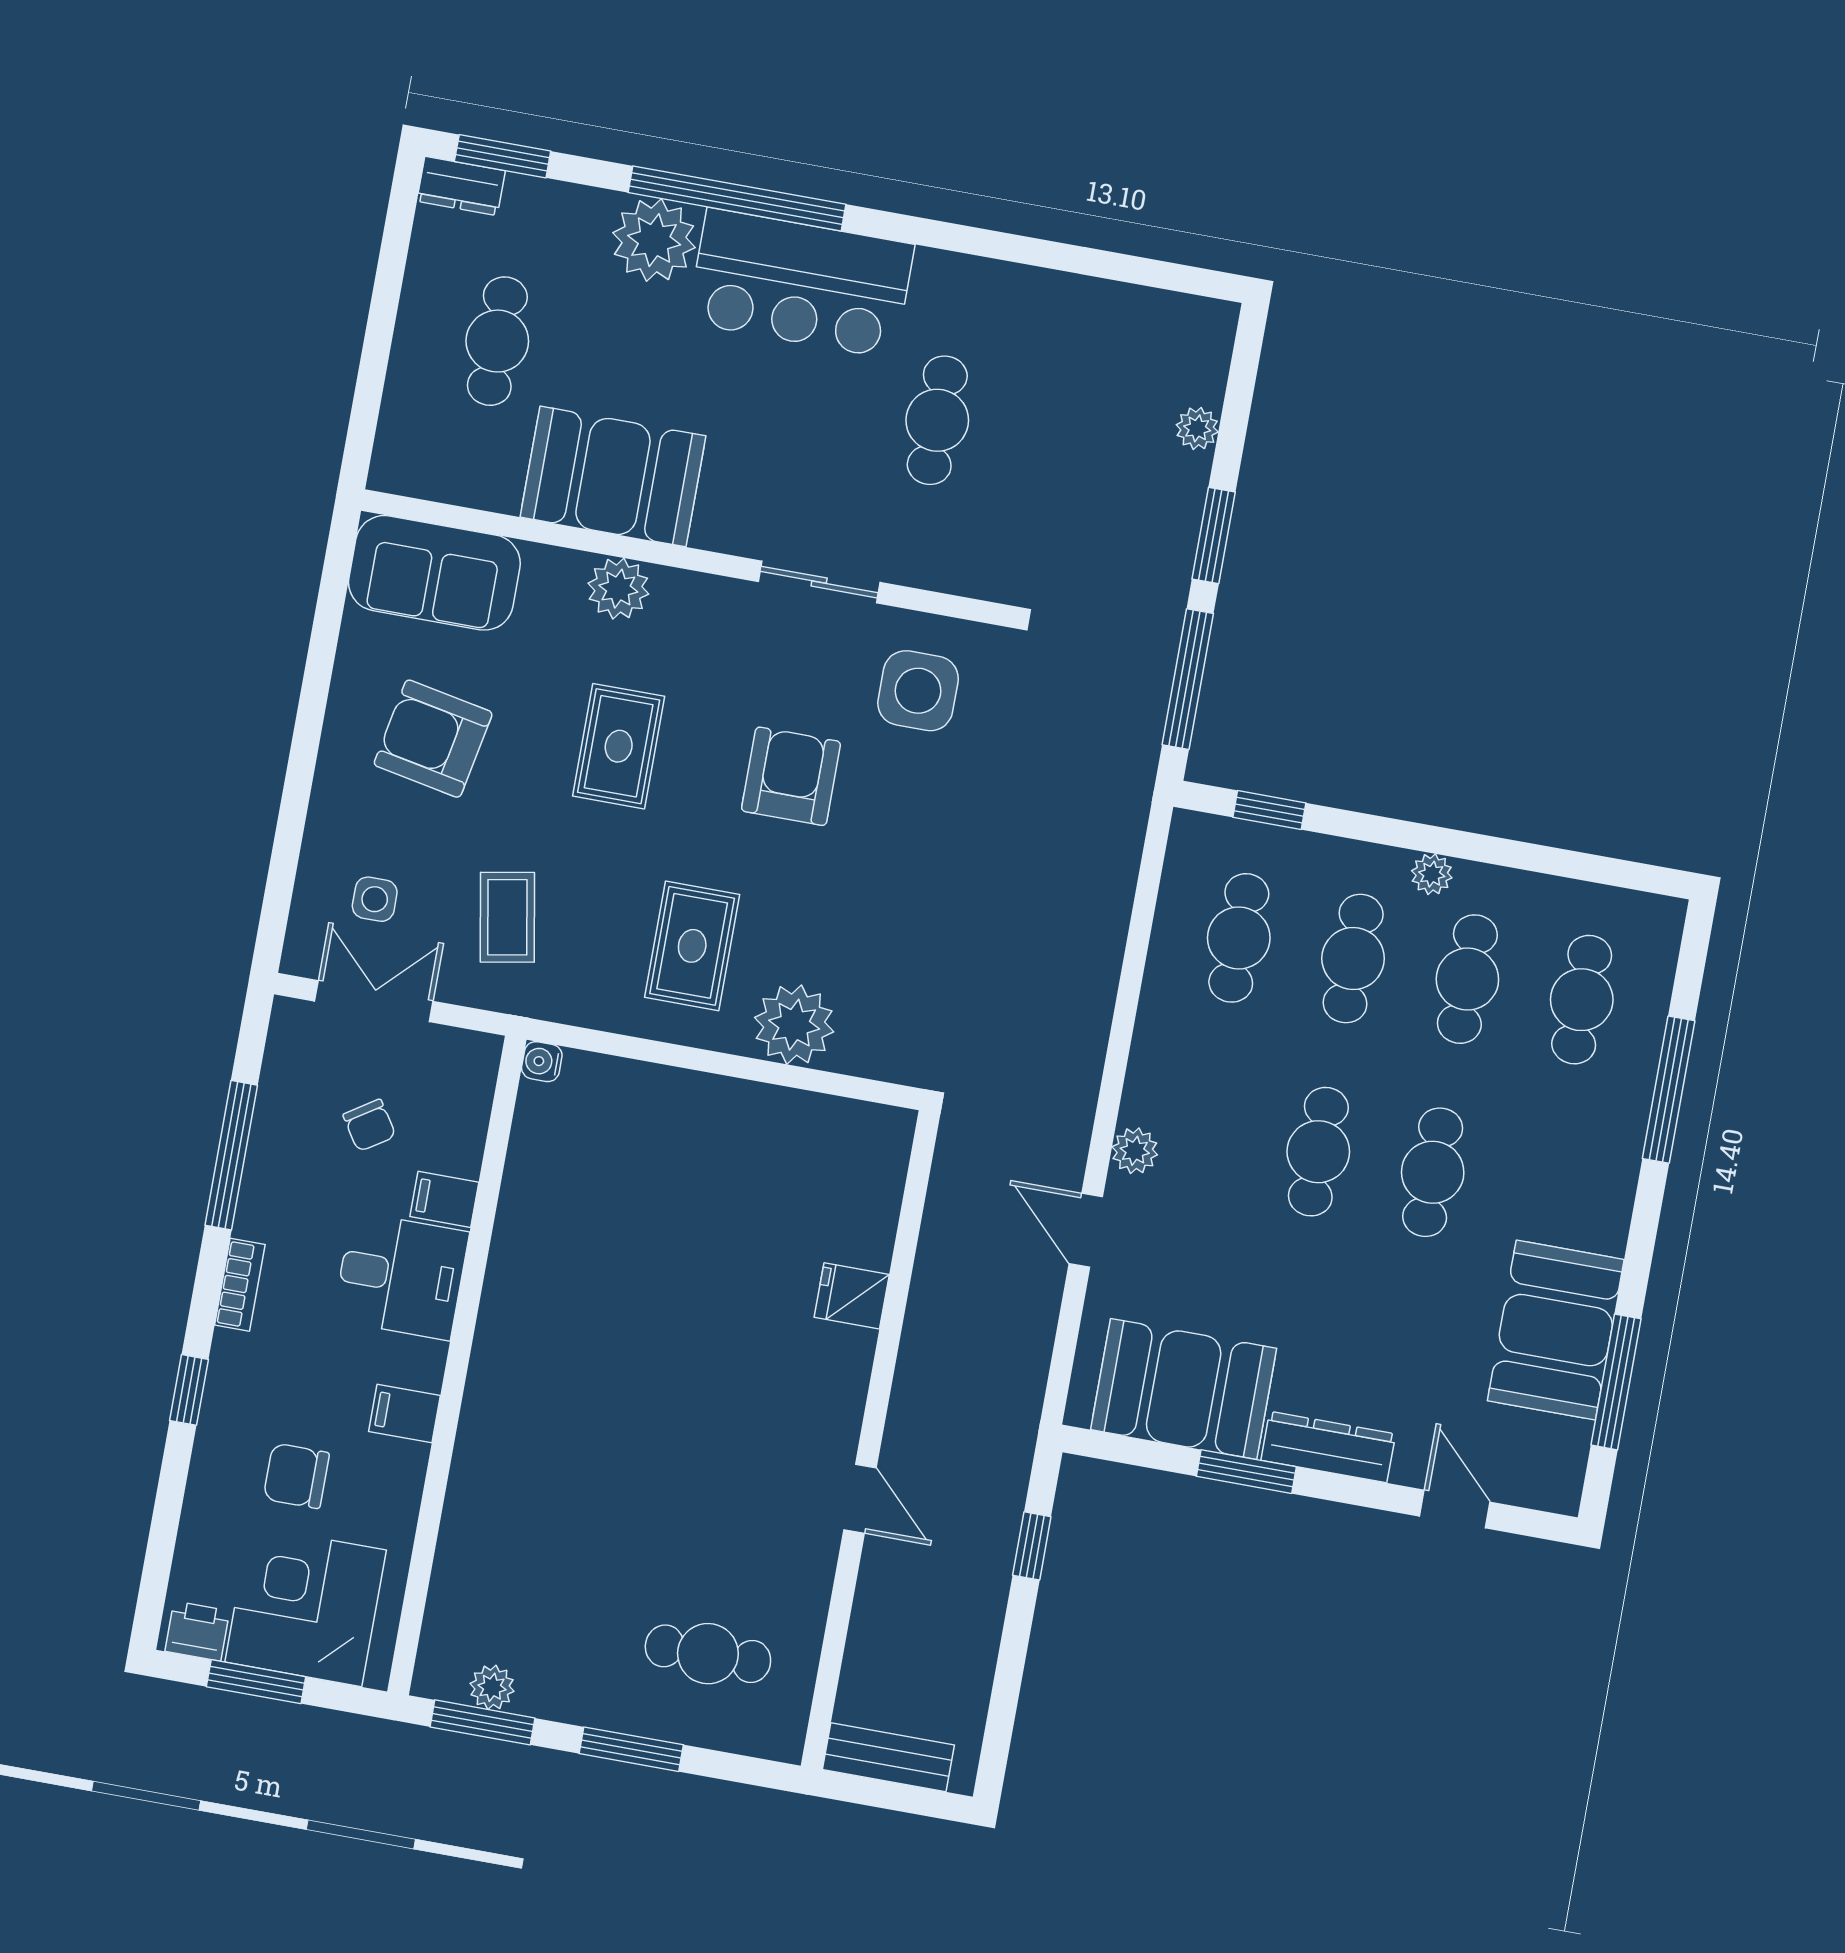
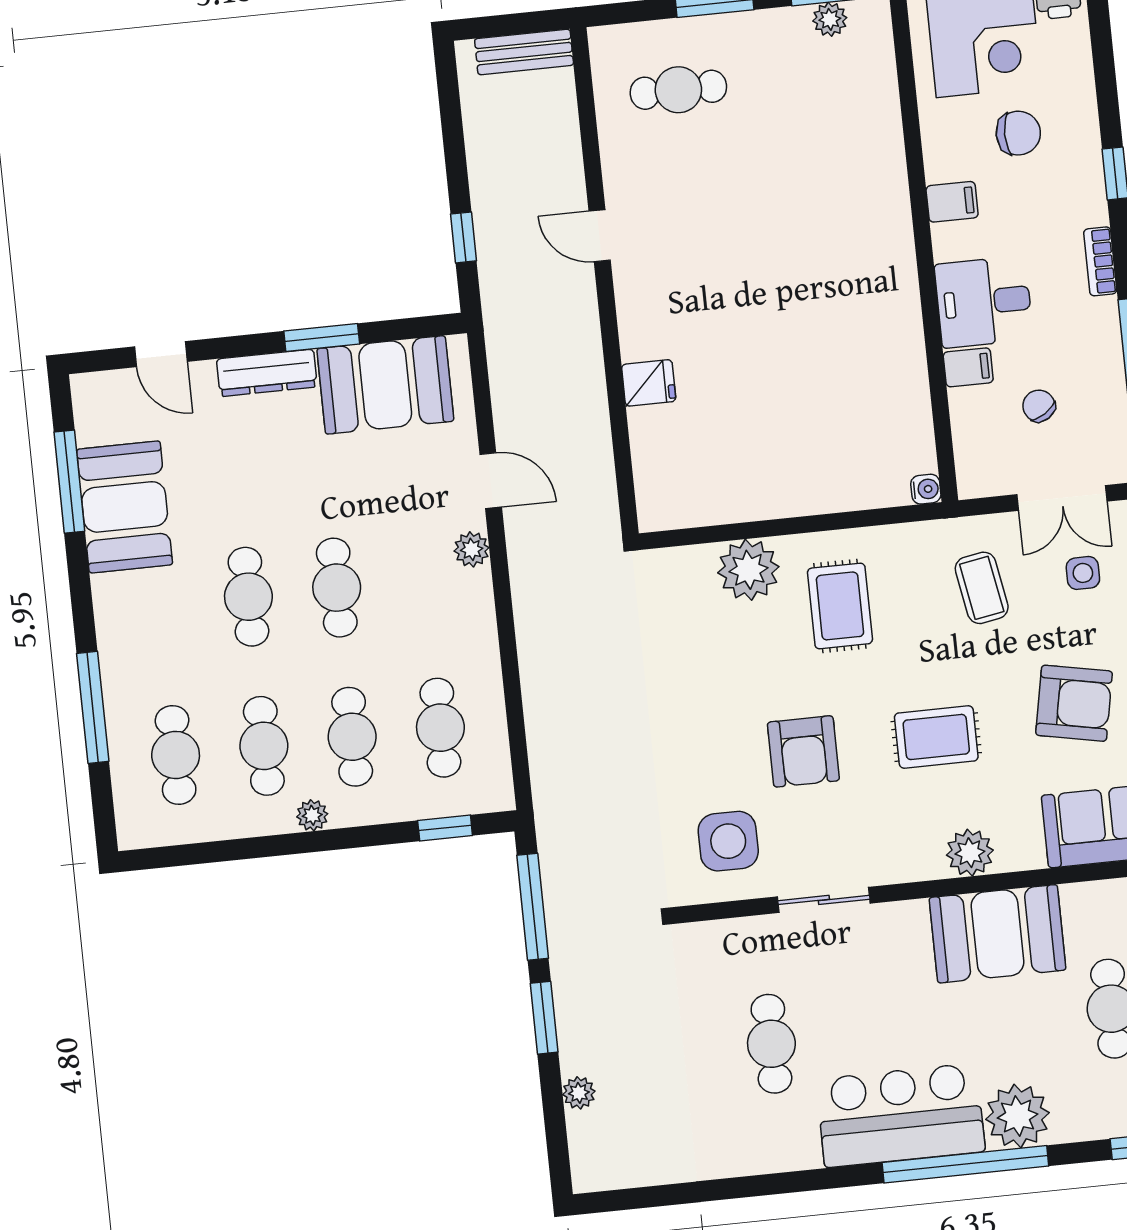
rug: (619, 746) -> (936, 737), turned 90

